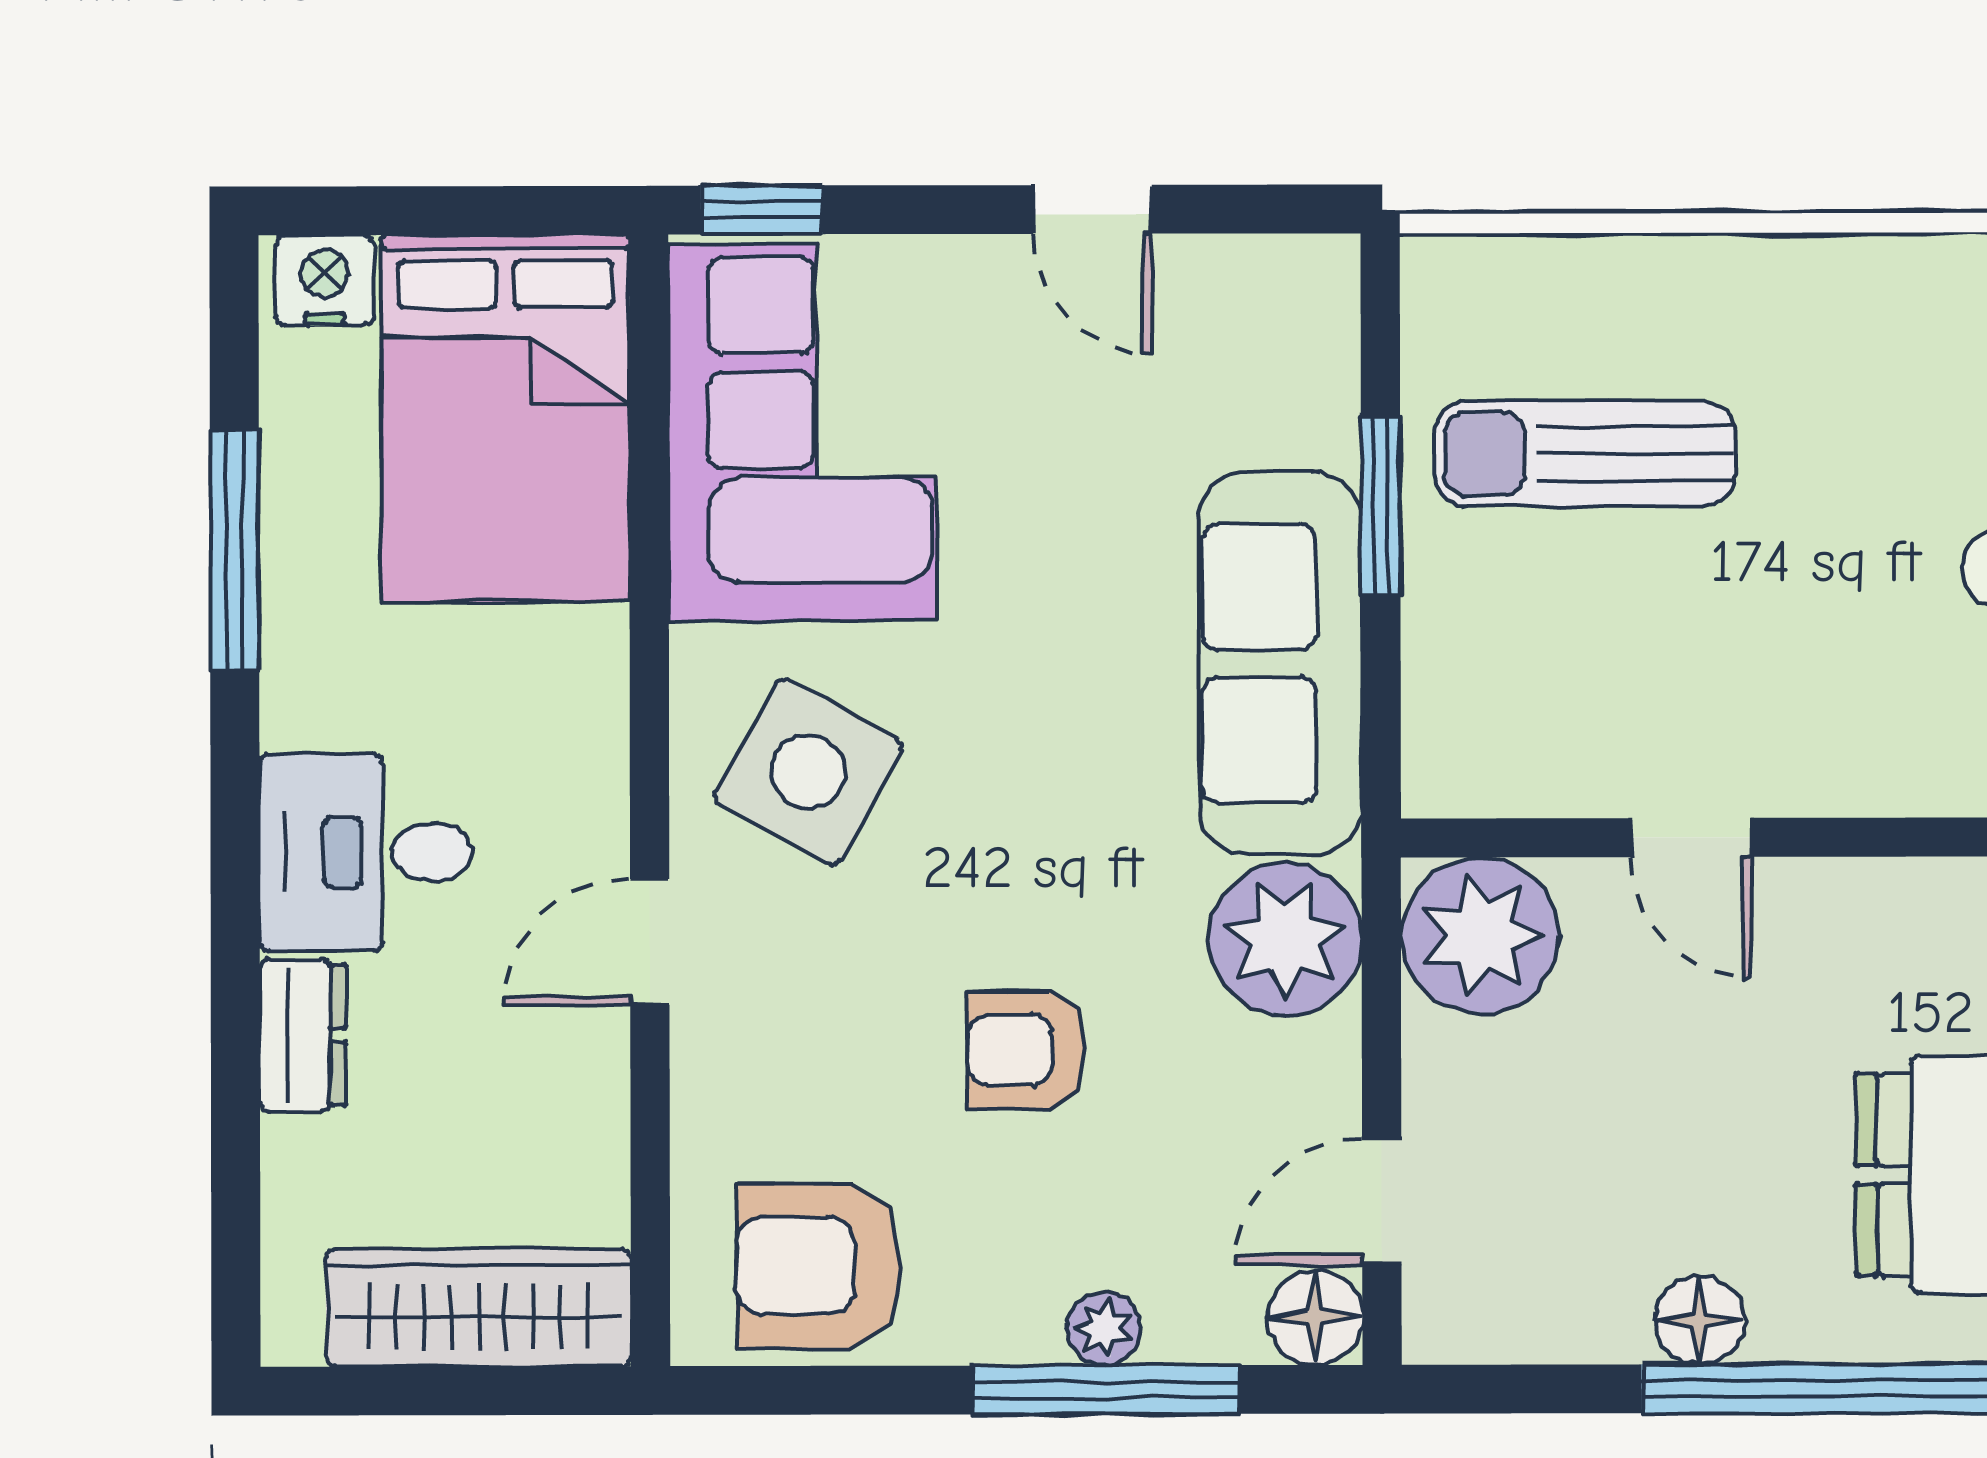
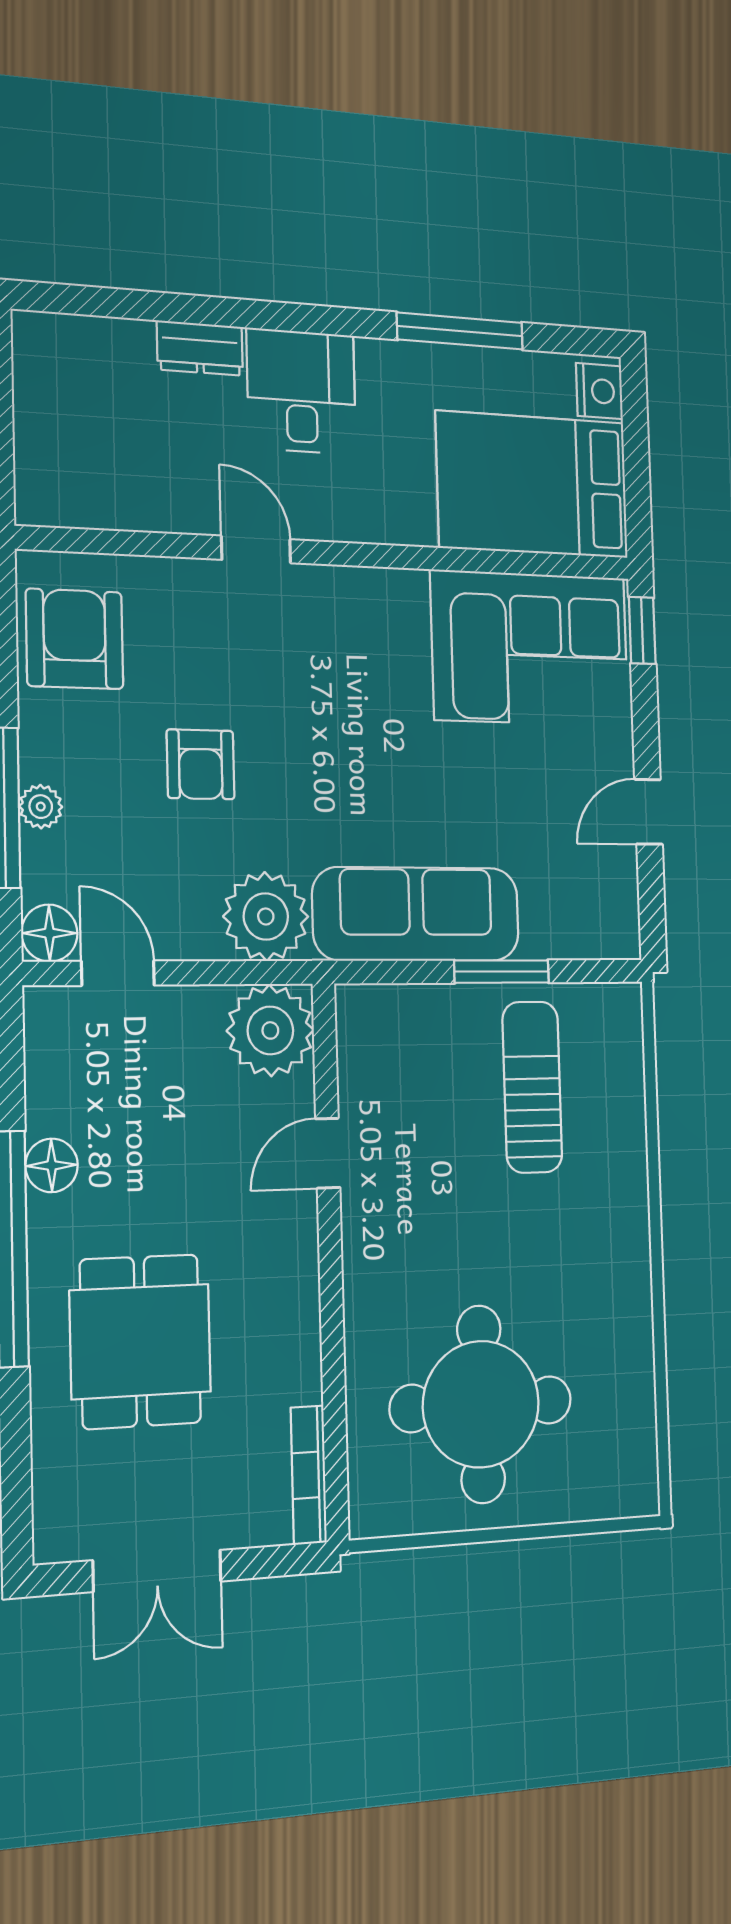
side table: (808, 772) -> (351, 644), removed
armchair: (1026, 1050) -> (201, 764), turned 180
wardrobe: (478, 1307) -> (47, 438), removed

